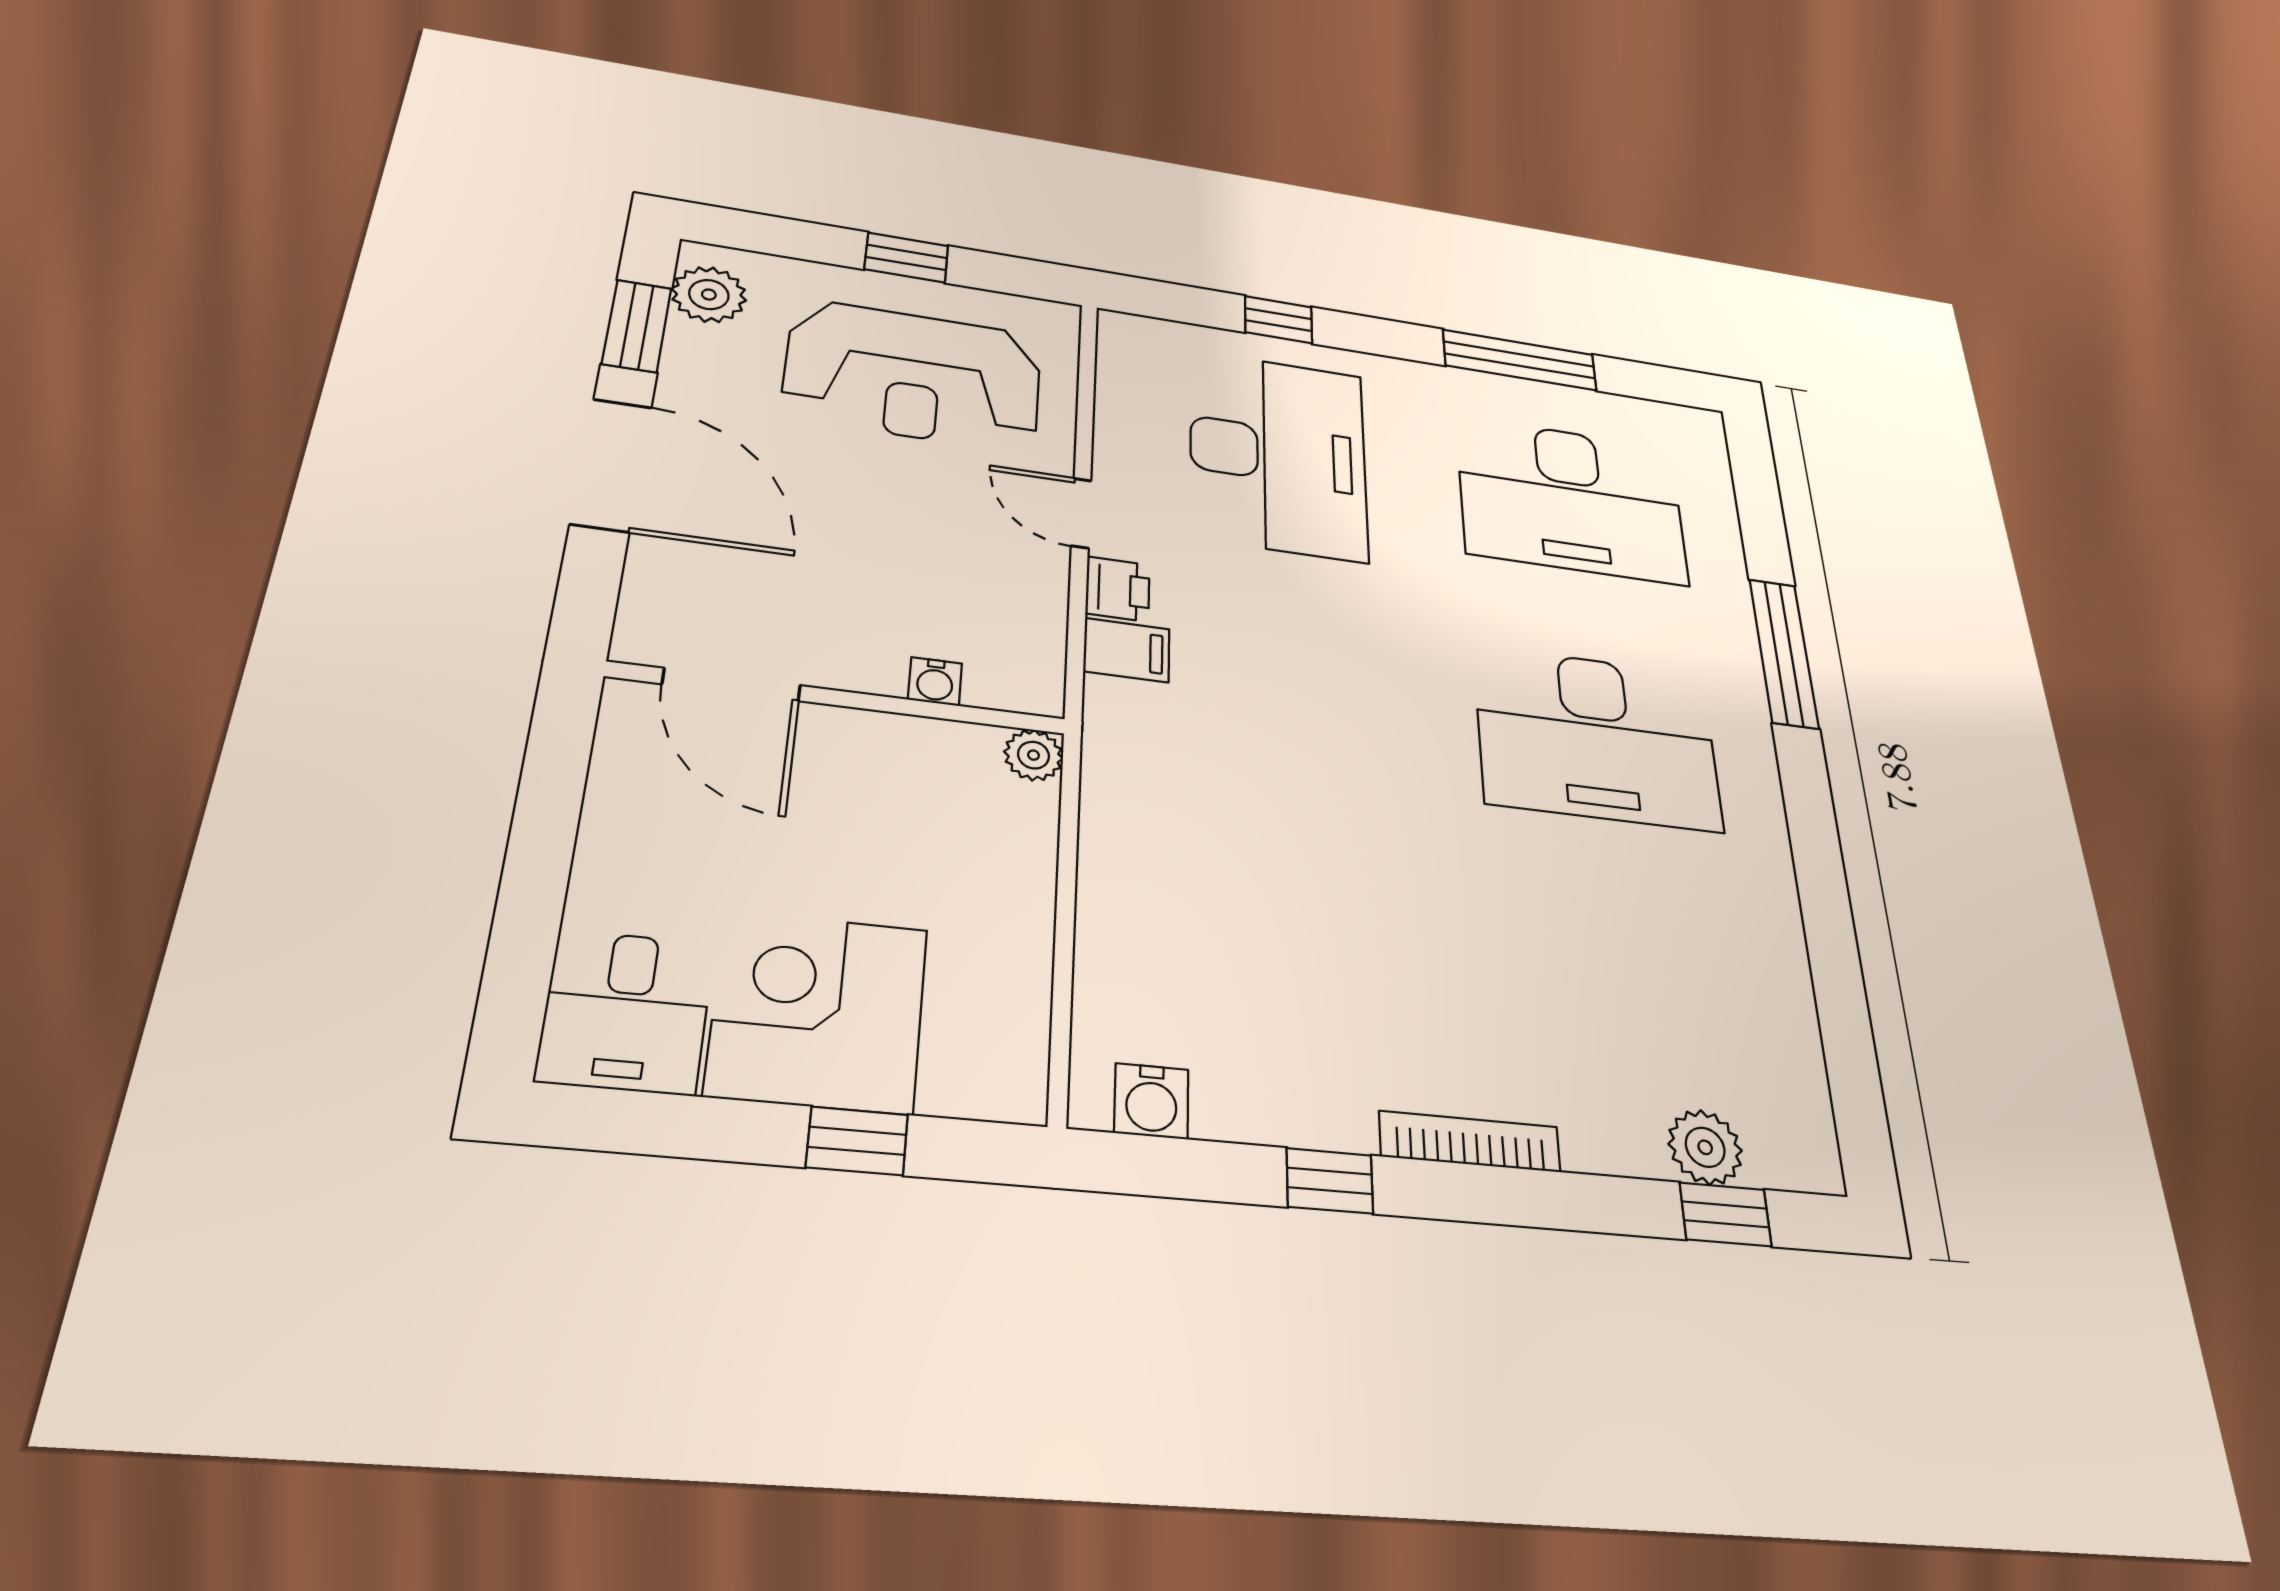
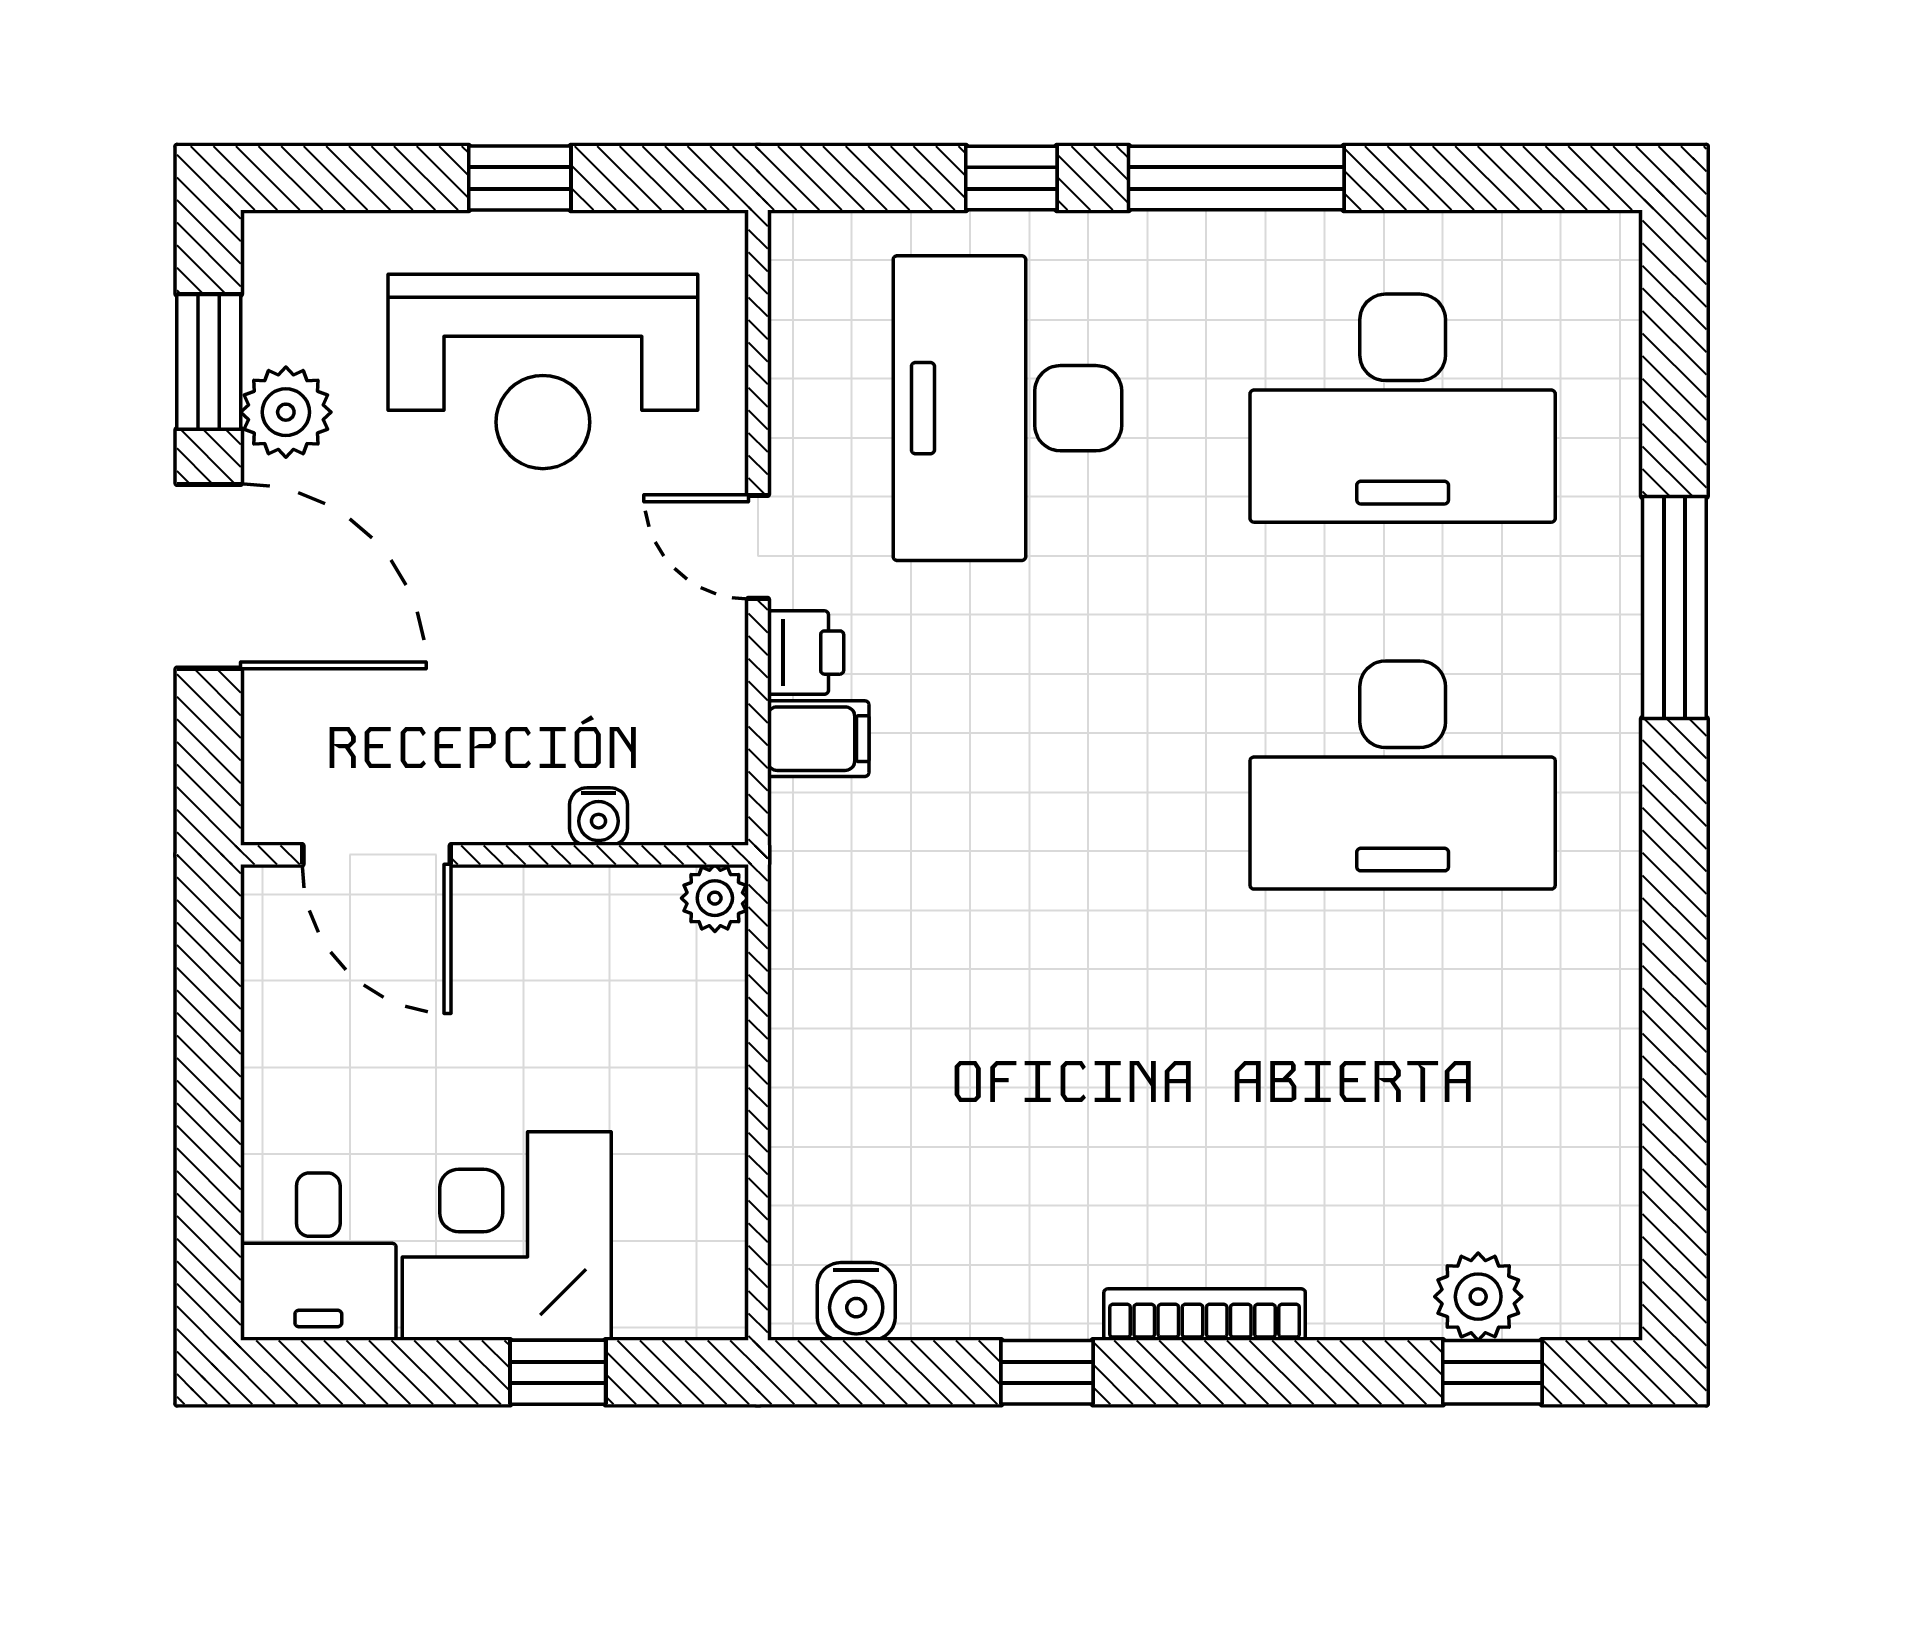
plant: (709, 295) -> (286, 412), moved
window: (1520, 360) -> (1236, 178), moved
desk: (1278, 455) -> (1007, 408), turned 180

